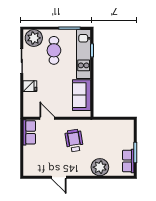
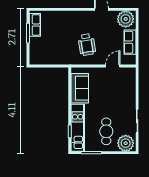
fridge: (30, 86) -> (129, 97), removed
door: (47, 118) -> (113, 66), swing flipped
row of seats: (29, 132) -> (130, 42), moved
plant: (100, 167) -> (126, 19), moved

